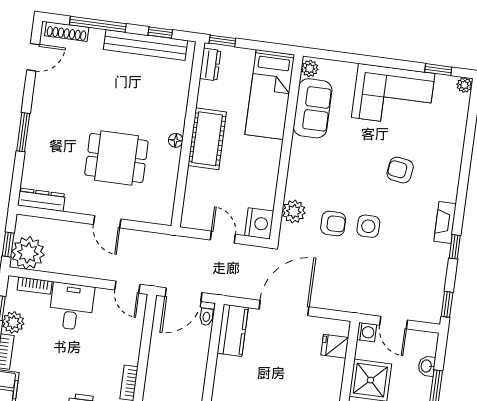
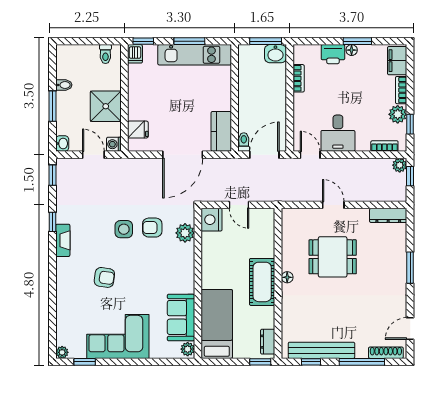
plant: (28, 253) -> (400, 165), width x0.53, depth x0.53
desk: (71, 307) -> (338, 133), moved
washbasin: (427, 366) -> (62, 143), moved

